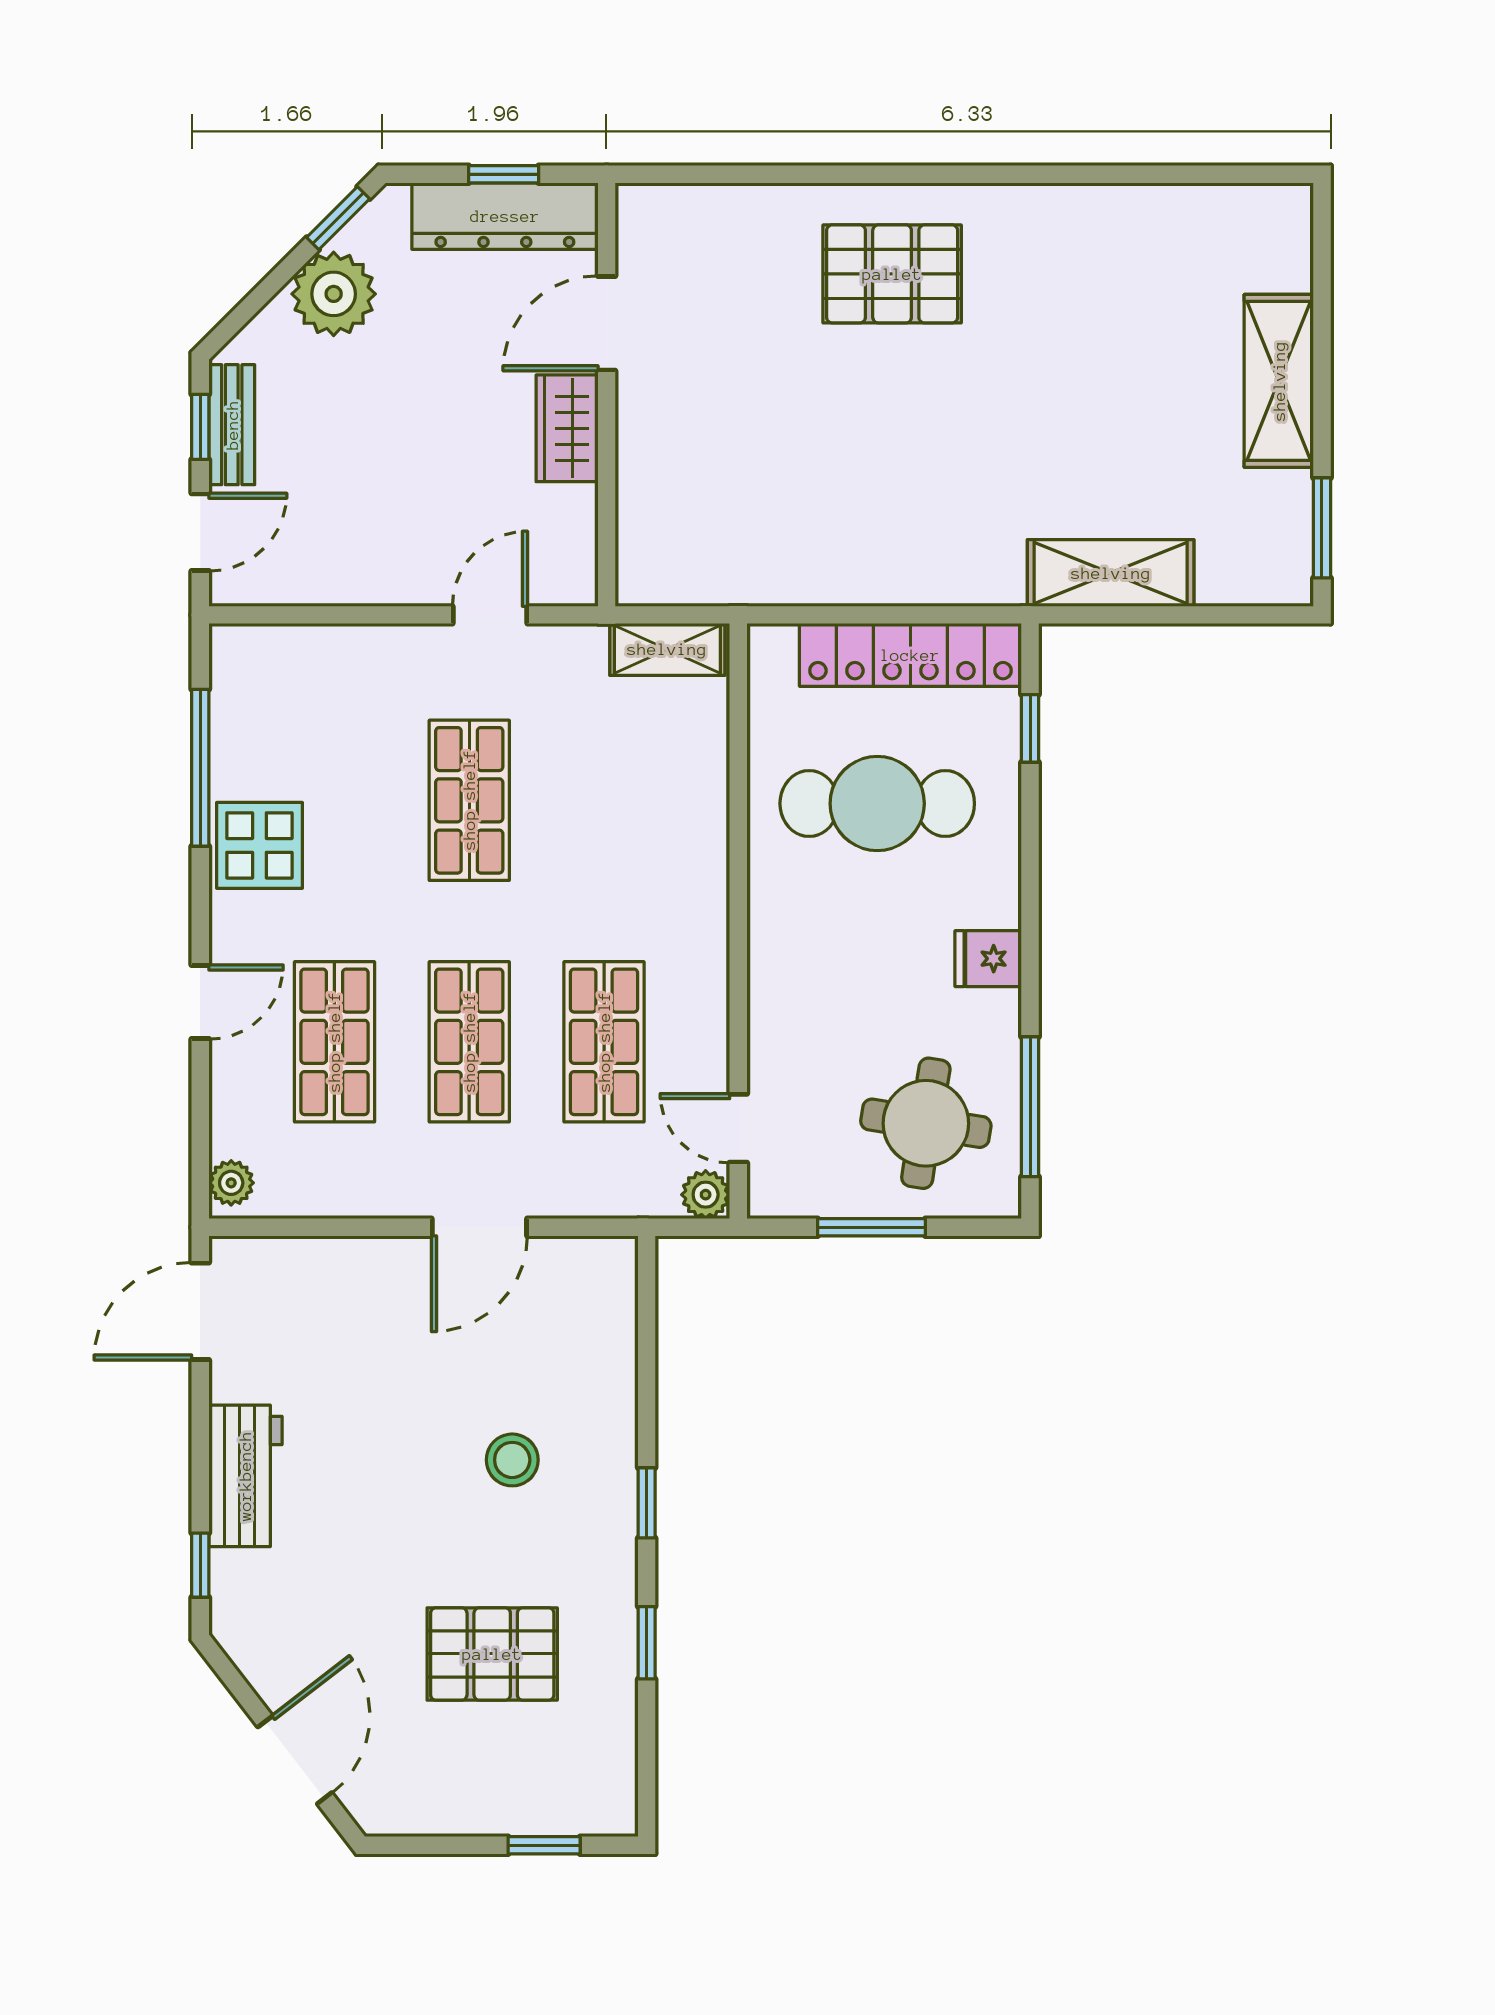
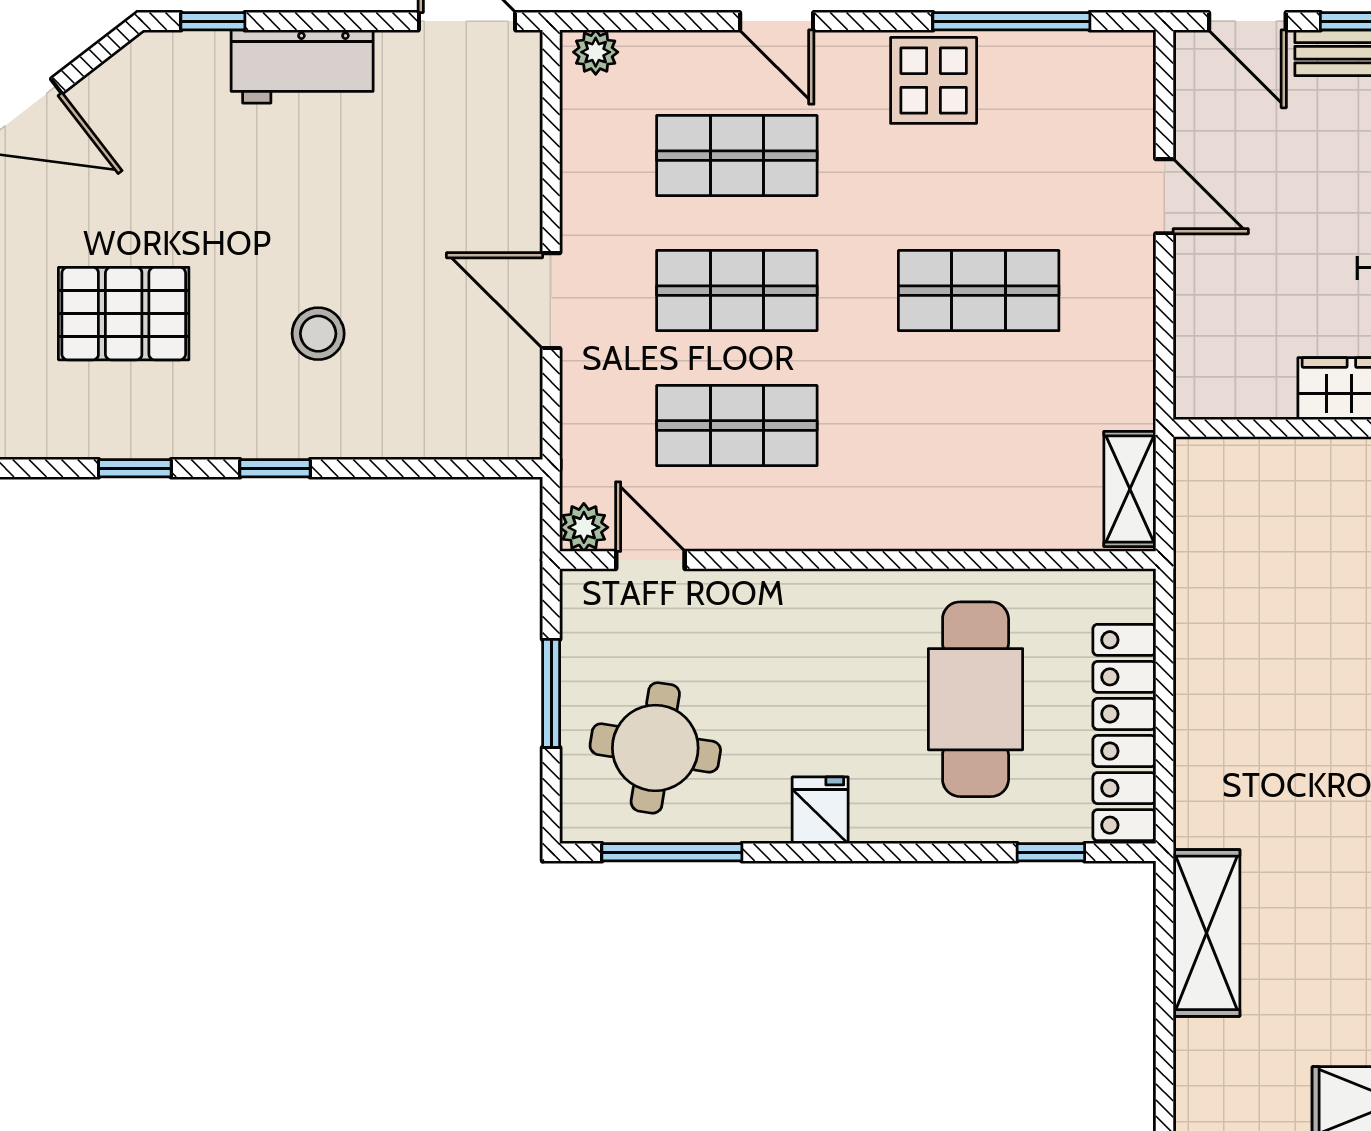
door: (490, 615) -> (1164, 196), moved
door: (738, 1128) -> (650, 560), hinge flipped
pallet: (492, 1654) -> (124, 314), turned 90

